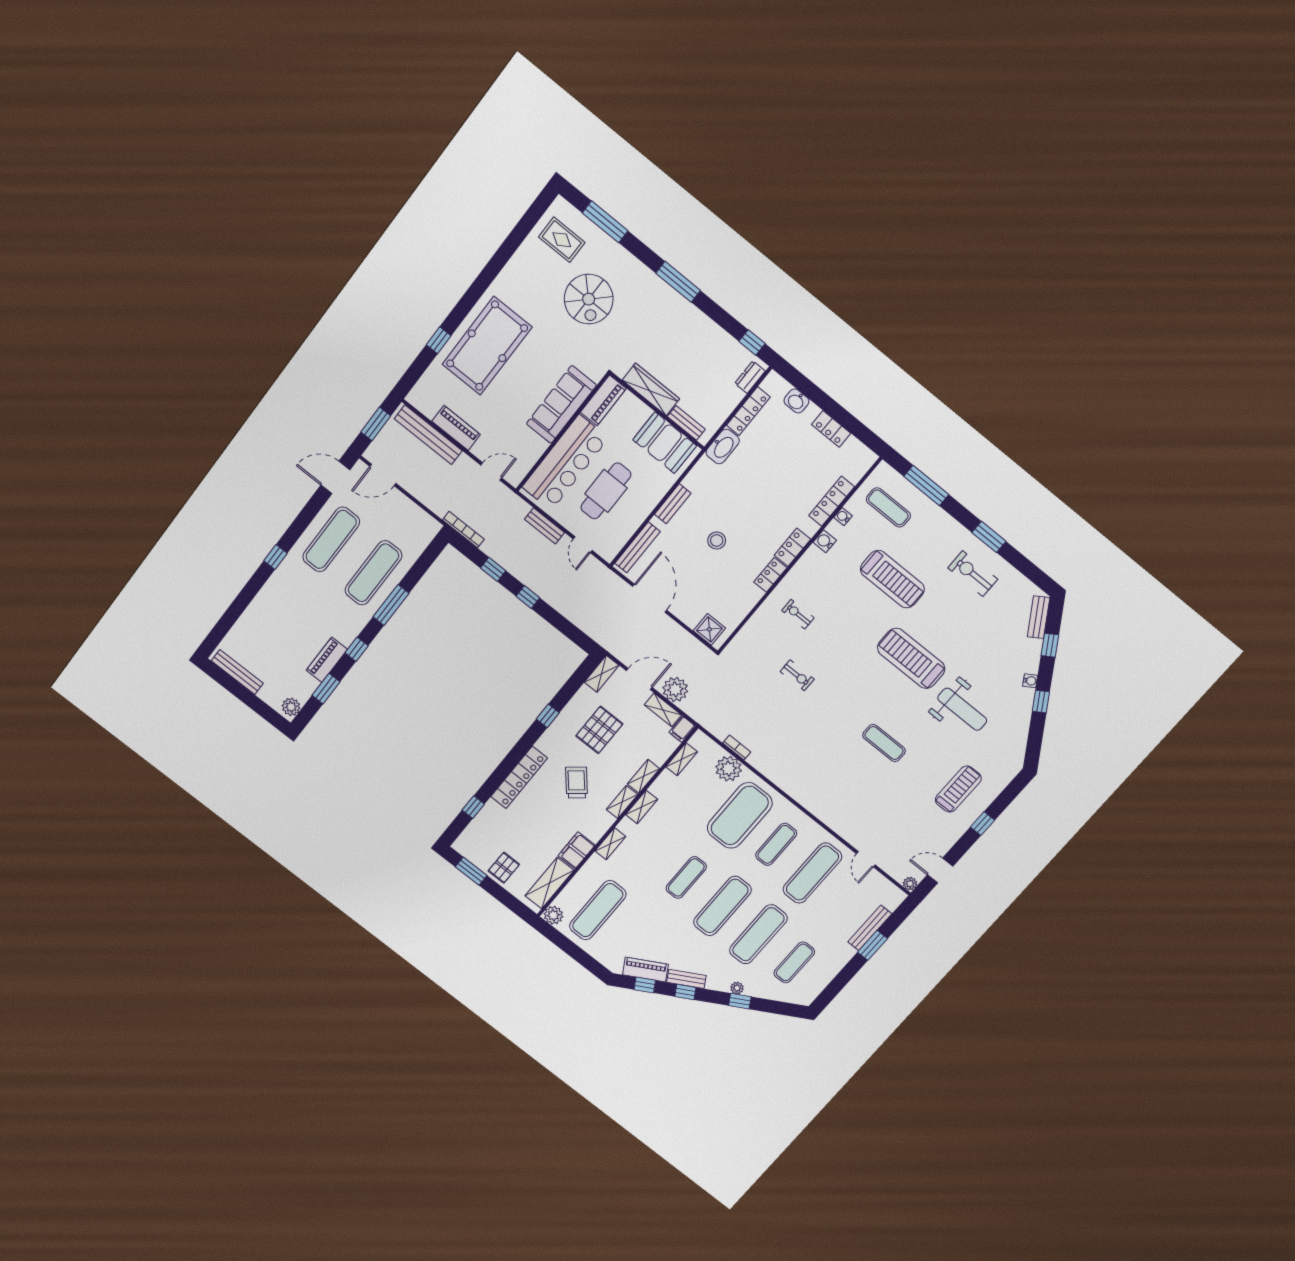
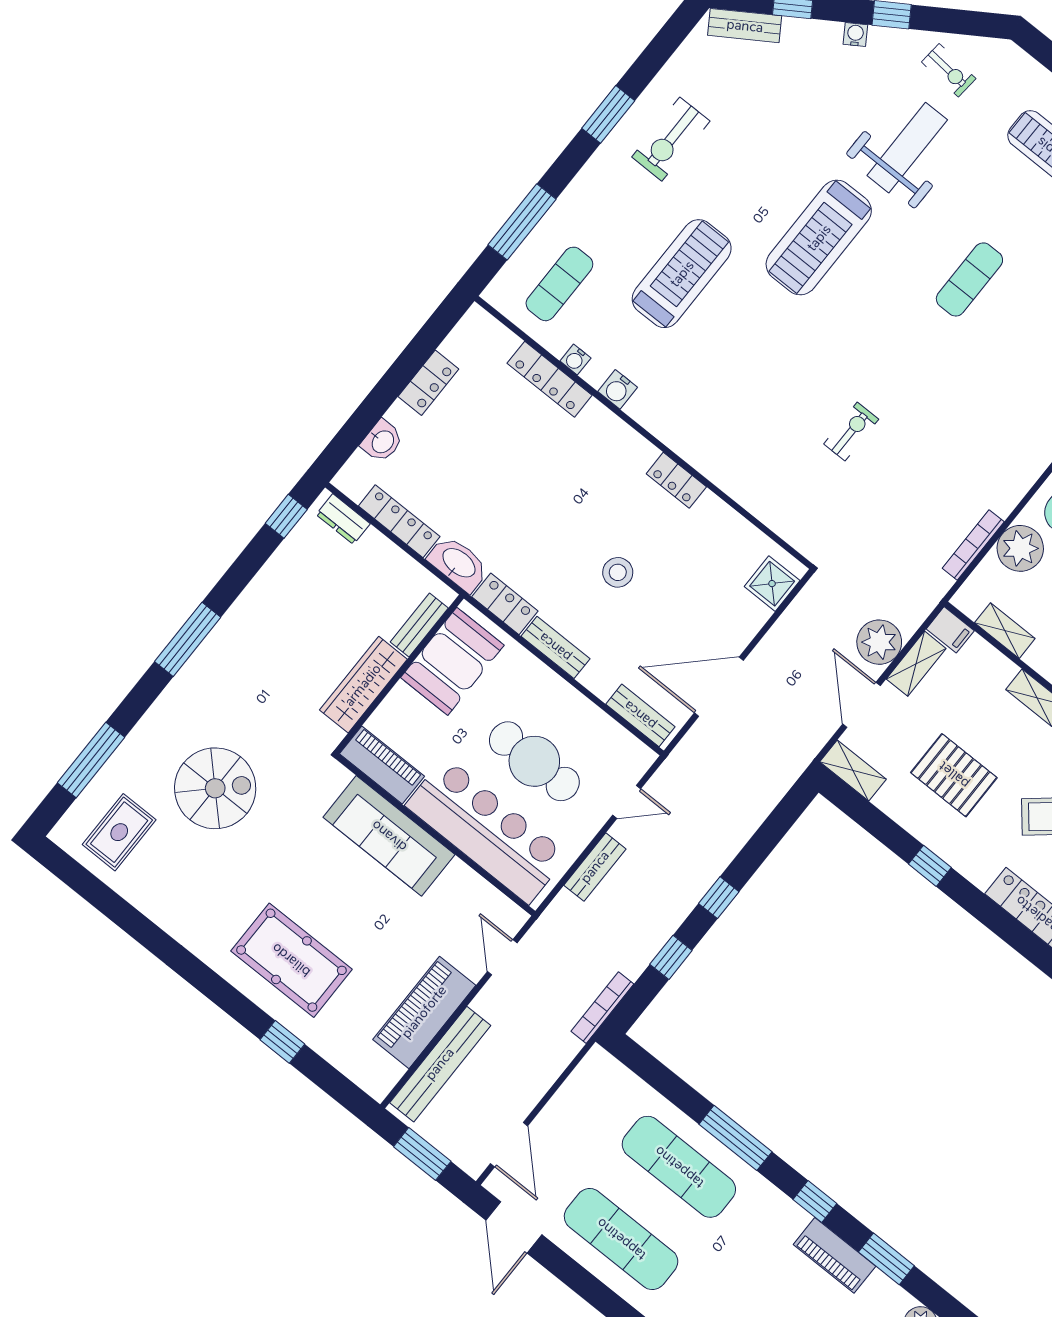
pool table: (487, 346) -> (291, 960), width x0.73, depth x0.76
piano: (456, 428) -> (424, 1012), width x1.37, depth x1.33
bench: (637, 547) -> (640, 715), width x0.73
locker: (792, 547) -> (505, 604), moved, turned 180
exercise bike: (798, 614) -> (949, 70), moved, turned -85
bookcase: (737, 747) -> (973, 545), width x1.56

